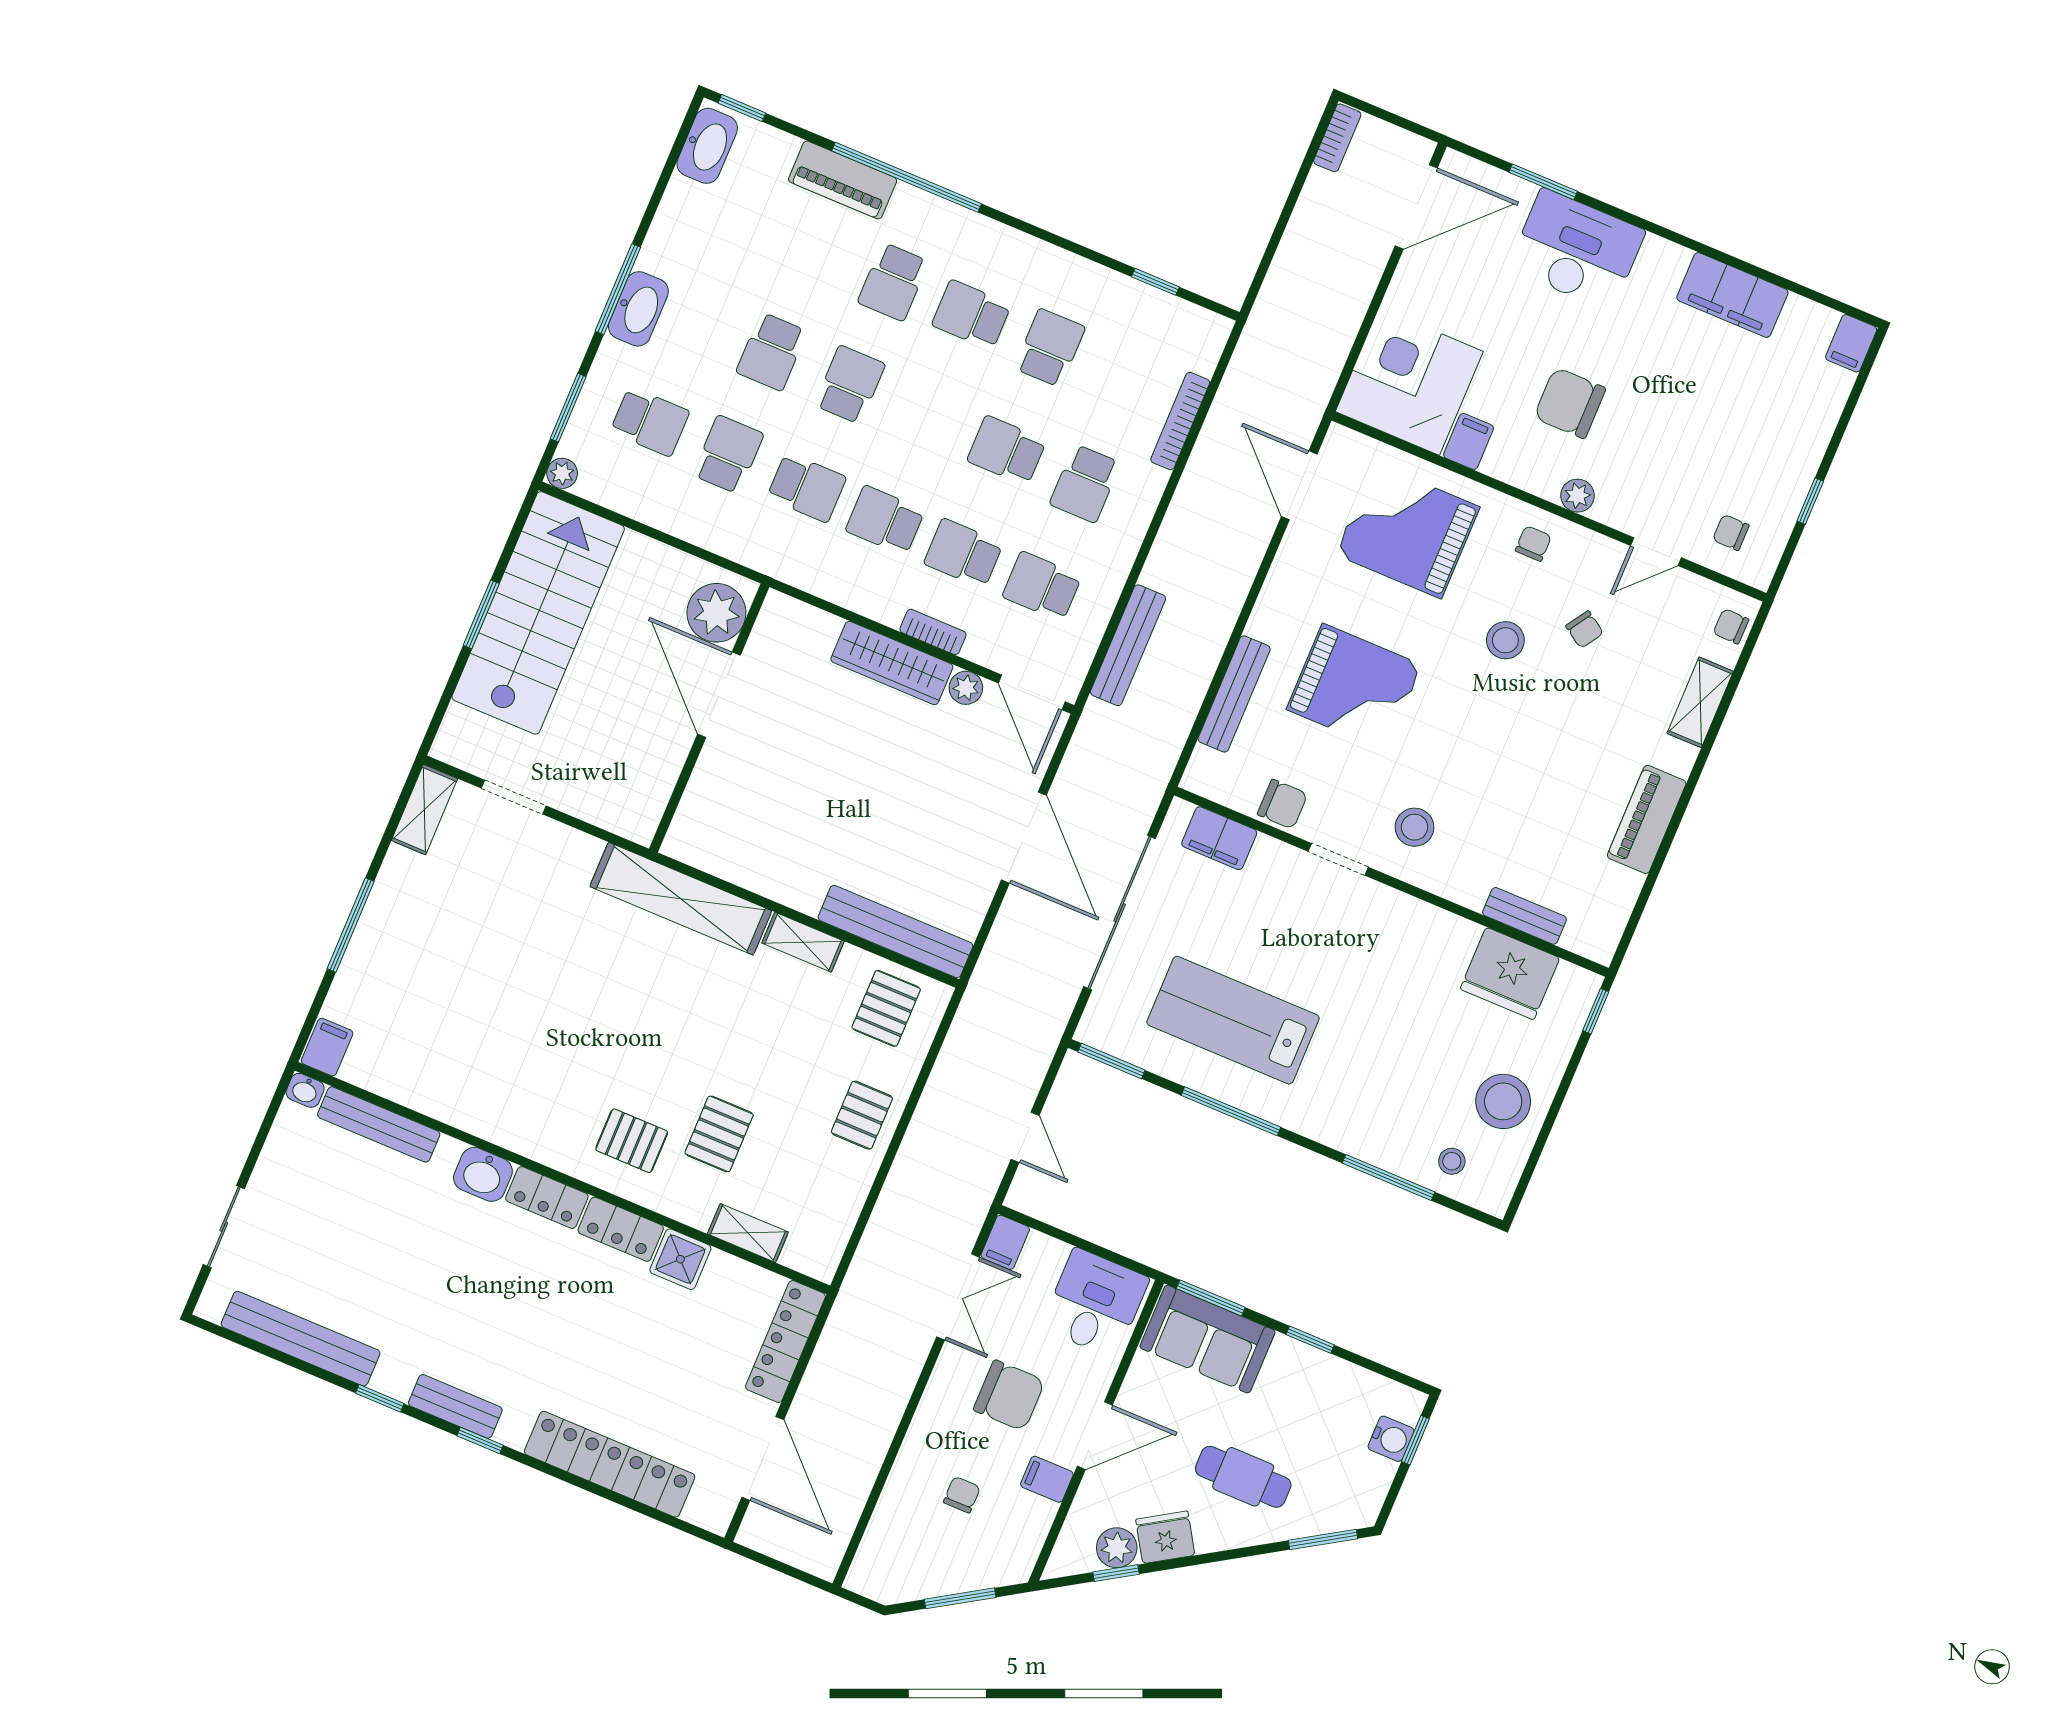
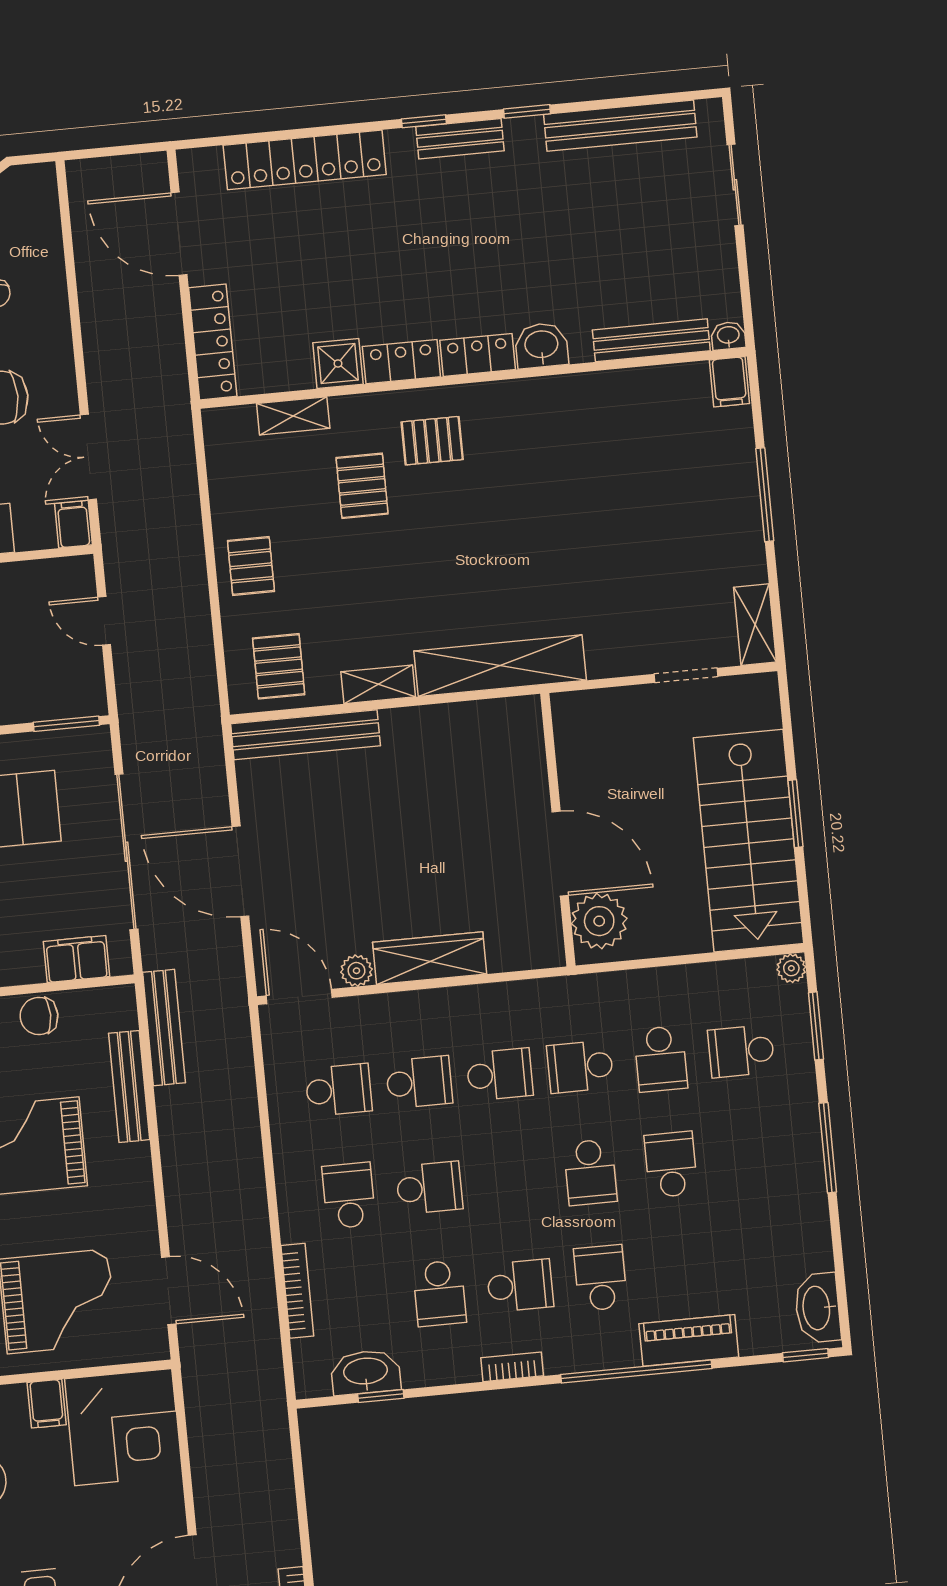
washbasin: (638, 309) -> (366, 1372), moved, turned 90
bookcase: (933, 632) -> (512, 1367), moved, turned 180
bench: (1128, 645) -> (164, 1028), moved

